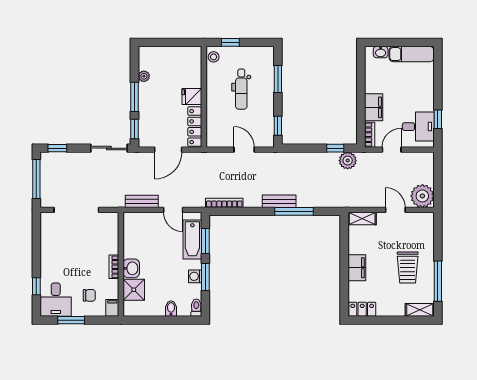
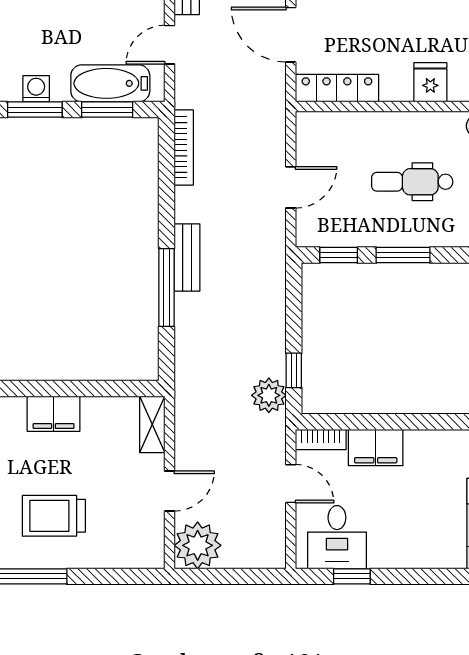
window: (278, 79) -> (403, 255), moved
fridge: (192, 96) -> (430, 82), moved

